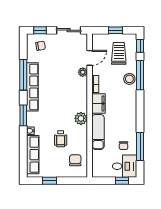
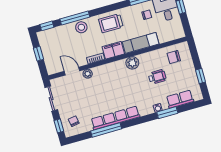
trolley: (119, 53) -> (111, 23), moved
window: (23, 115) -> (167, 113), moved
row of seats: (33, 155) -> (180, 99), width x0.68

